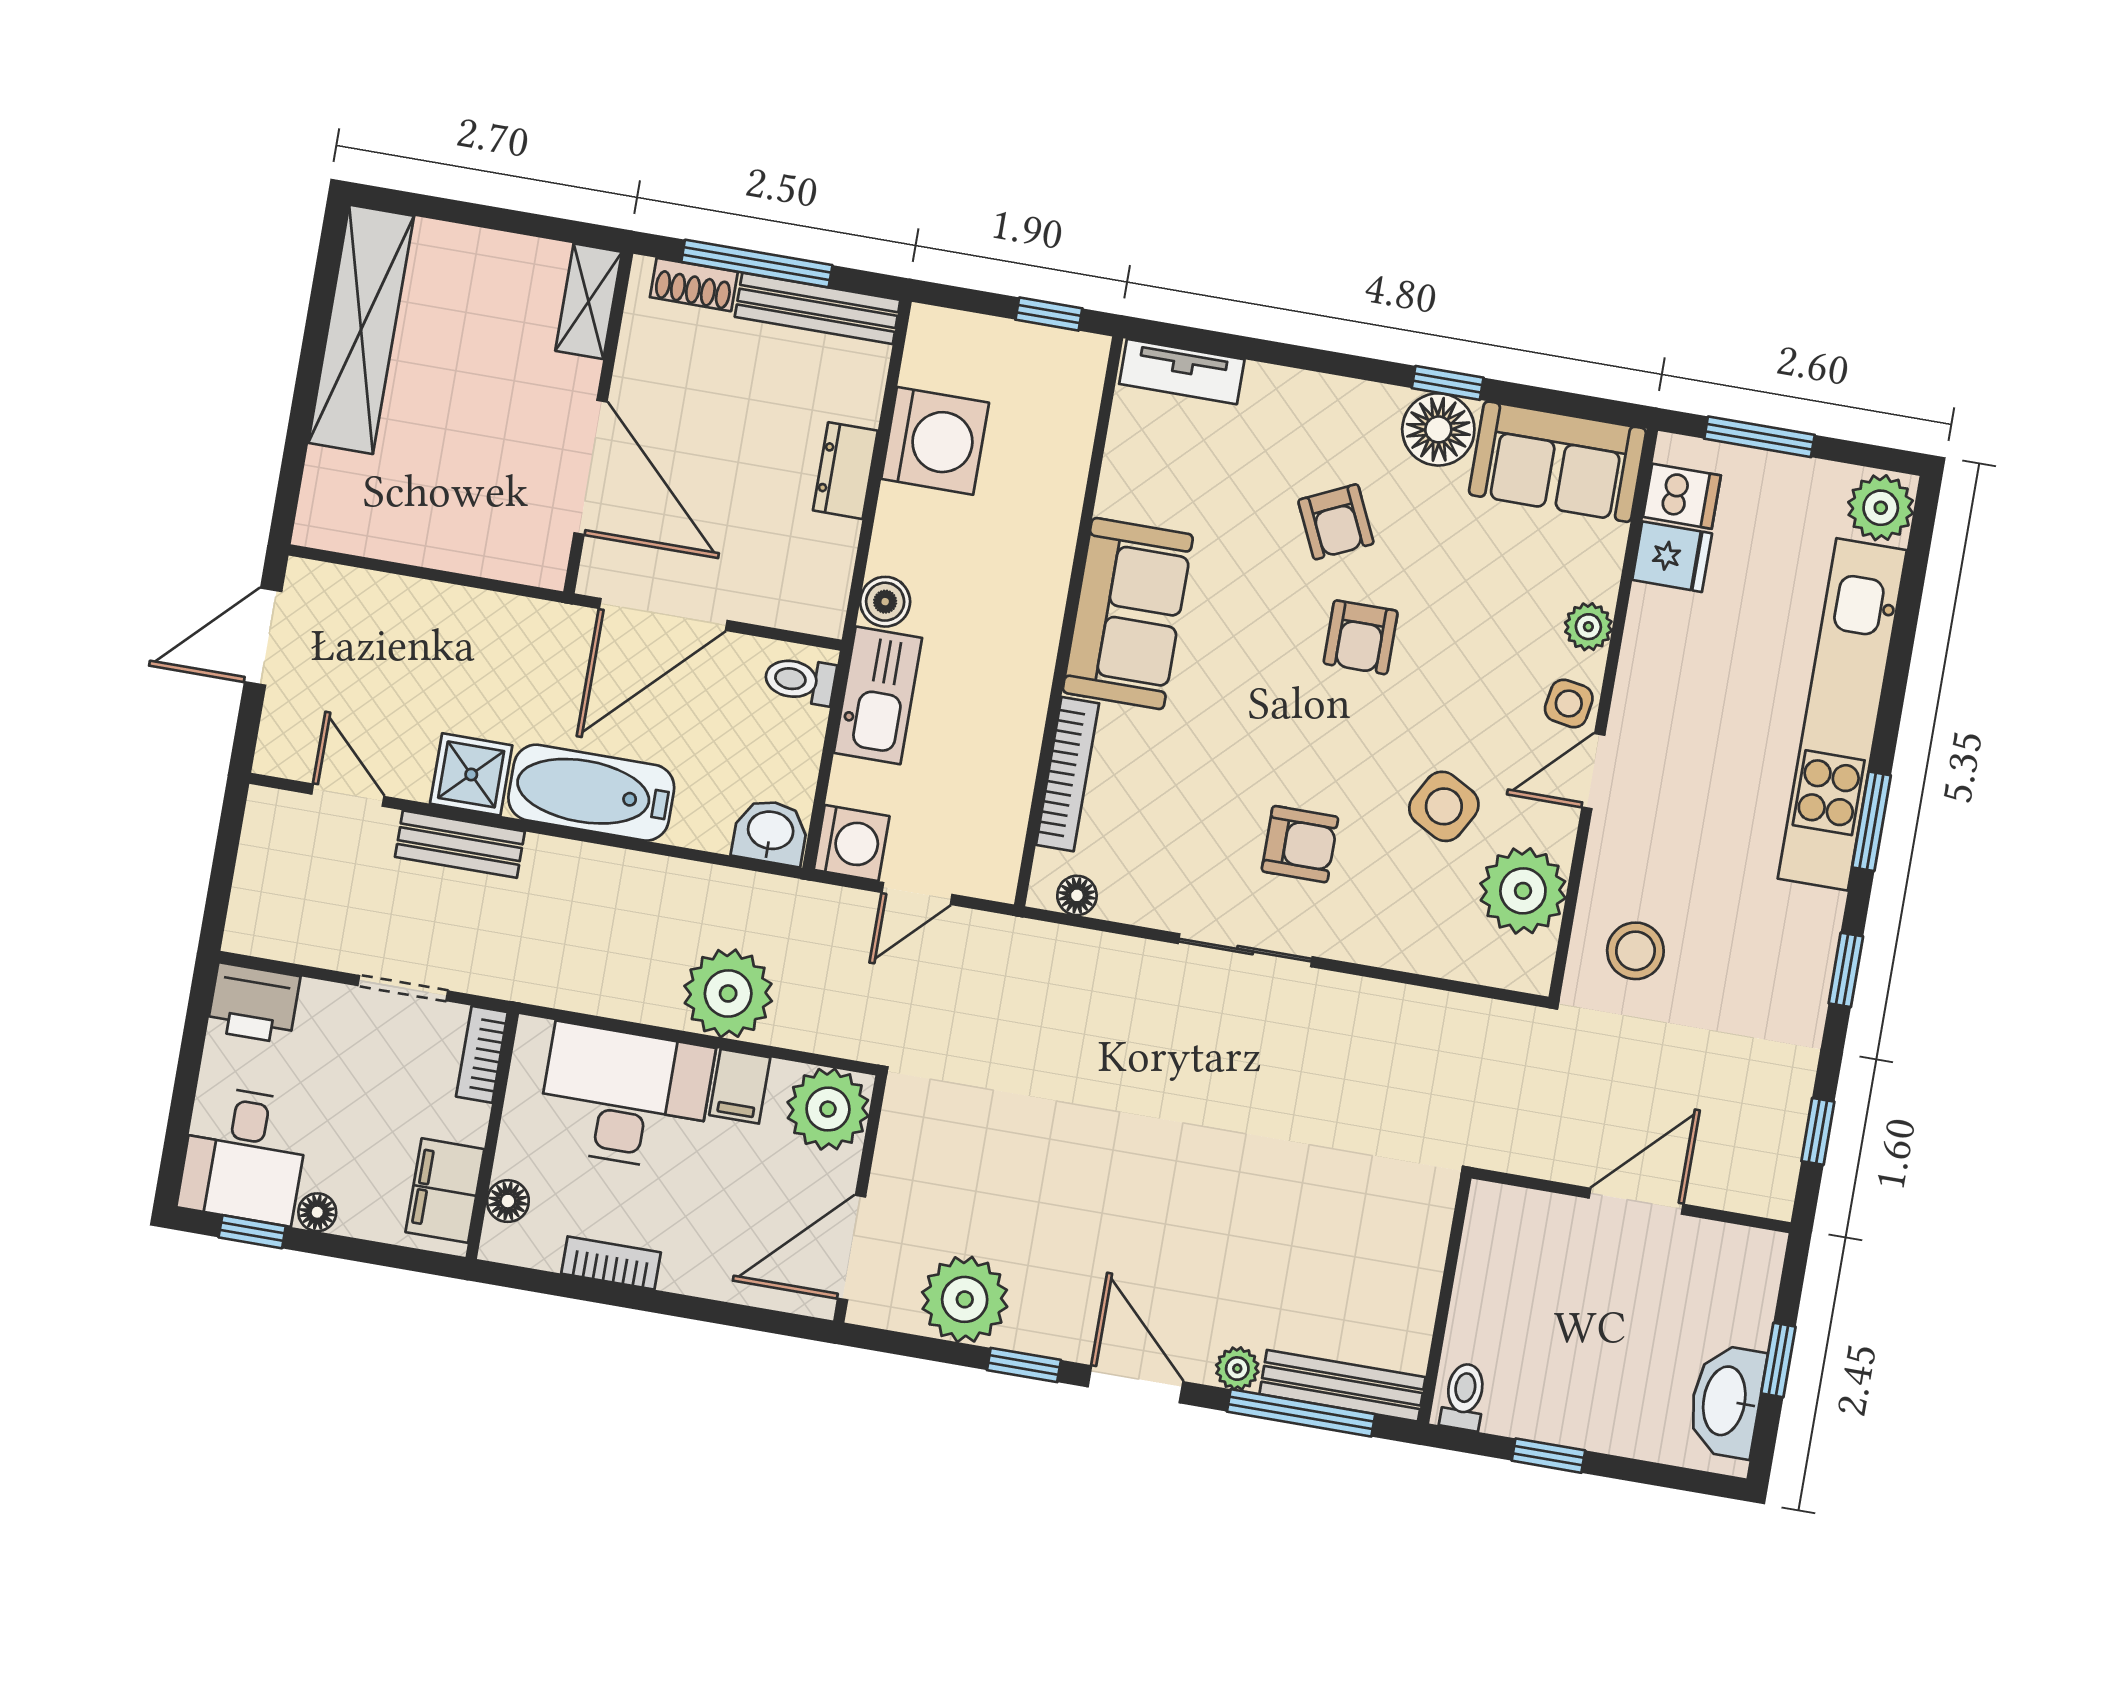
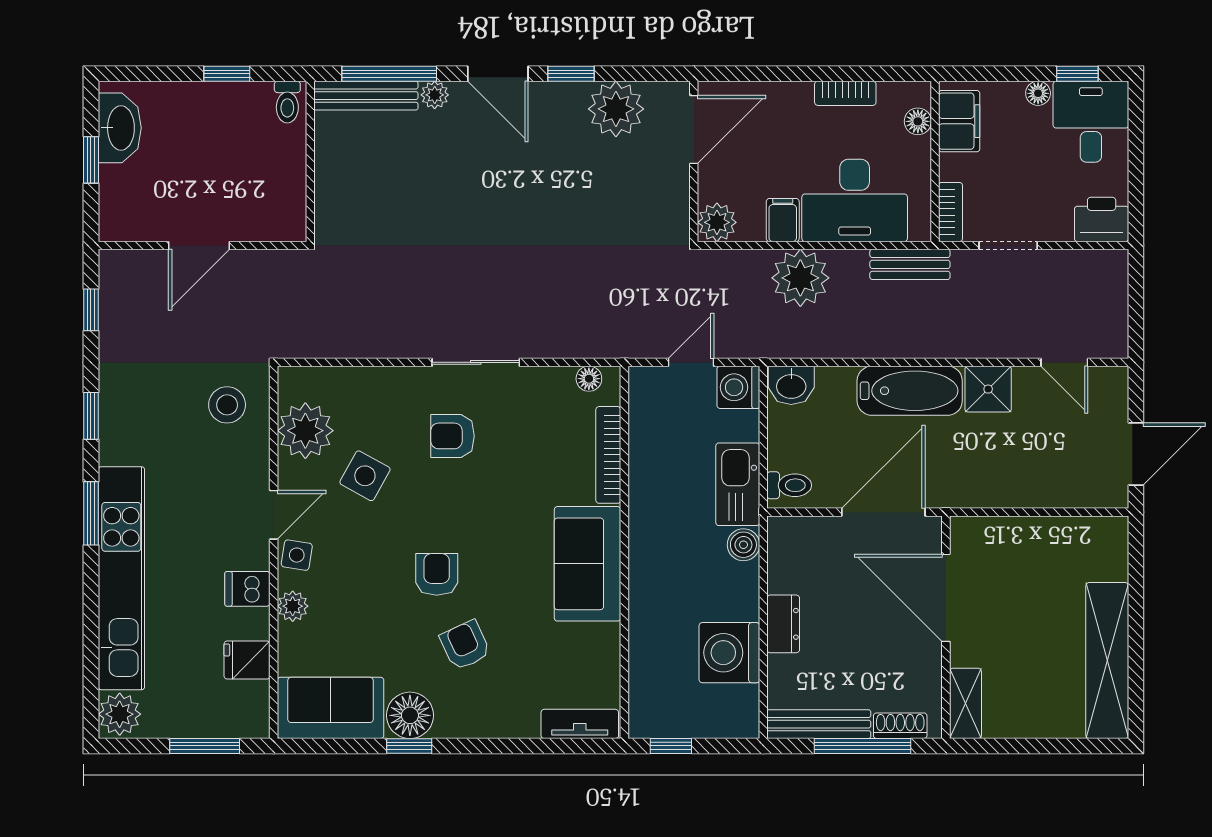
dishwasher: (1682, 496) -> (247, 589), moved
bench: (460, 844) -> (910, 264), moved
plant: (828, 1109) -> (717, 222), width x0.73, depth x0.73

